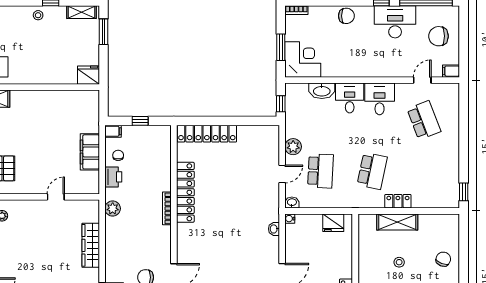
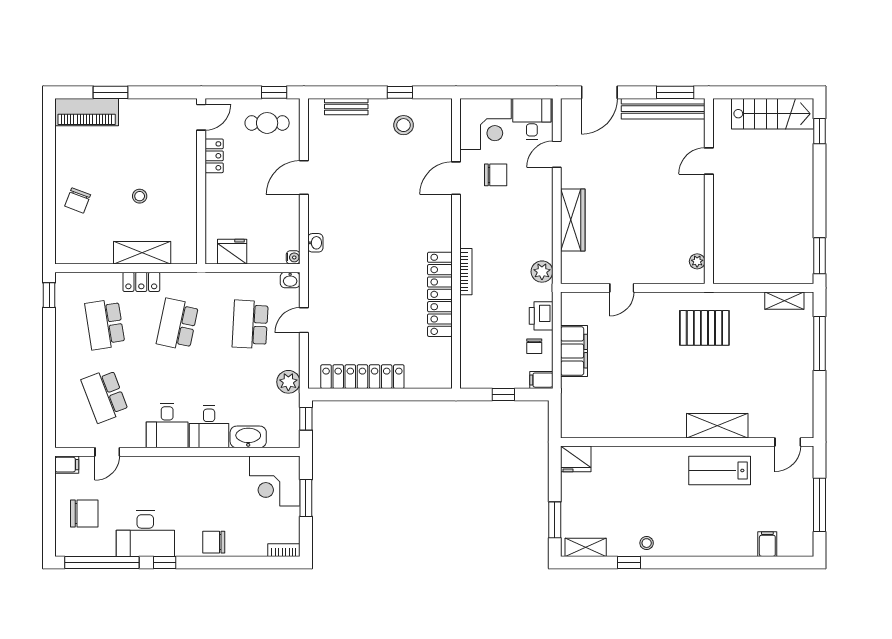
locker: (207, 134) -> (362, 377), moved
plant: (293, 147) -> (288, 382), moved
school desk: (424, 171) -> (105, 324), added

